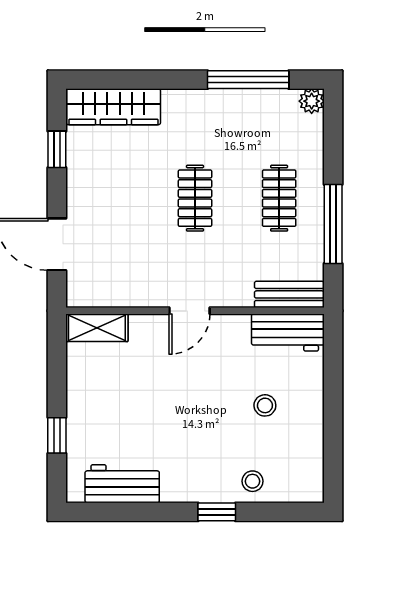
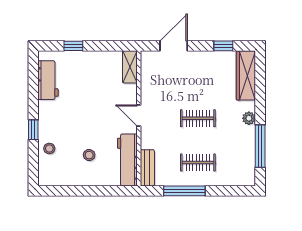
plant: (312, 101) -> (249, 118), moved
workbench: (288, 332) -> (127, 160), width x1.38

